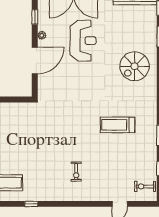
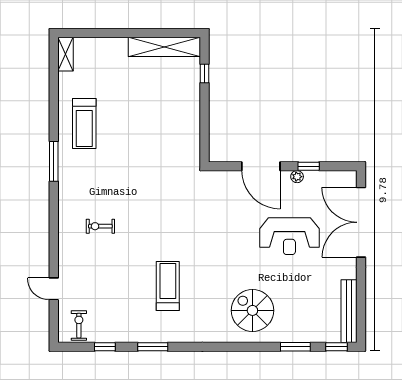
window: (35, 17) -> (309, 166), moved
window: (31, 204) -> (54, 161), width x2.17

